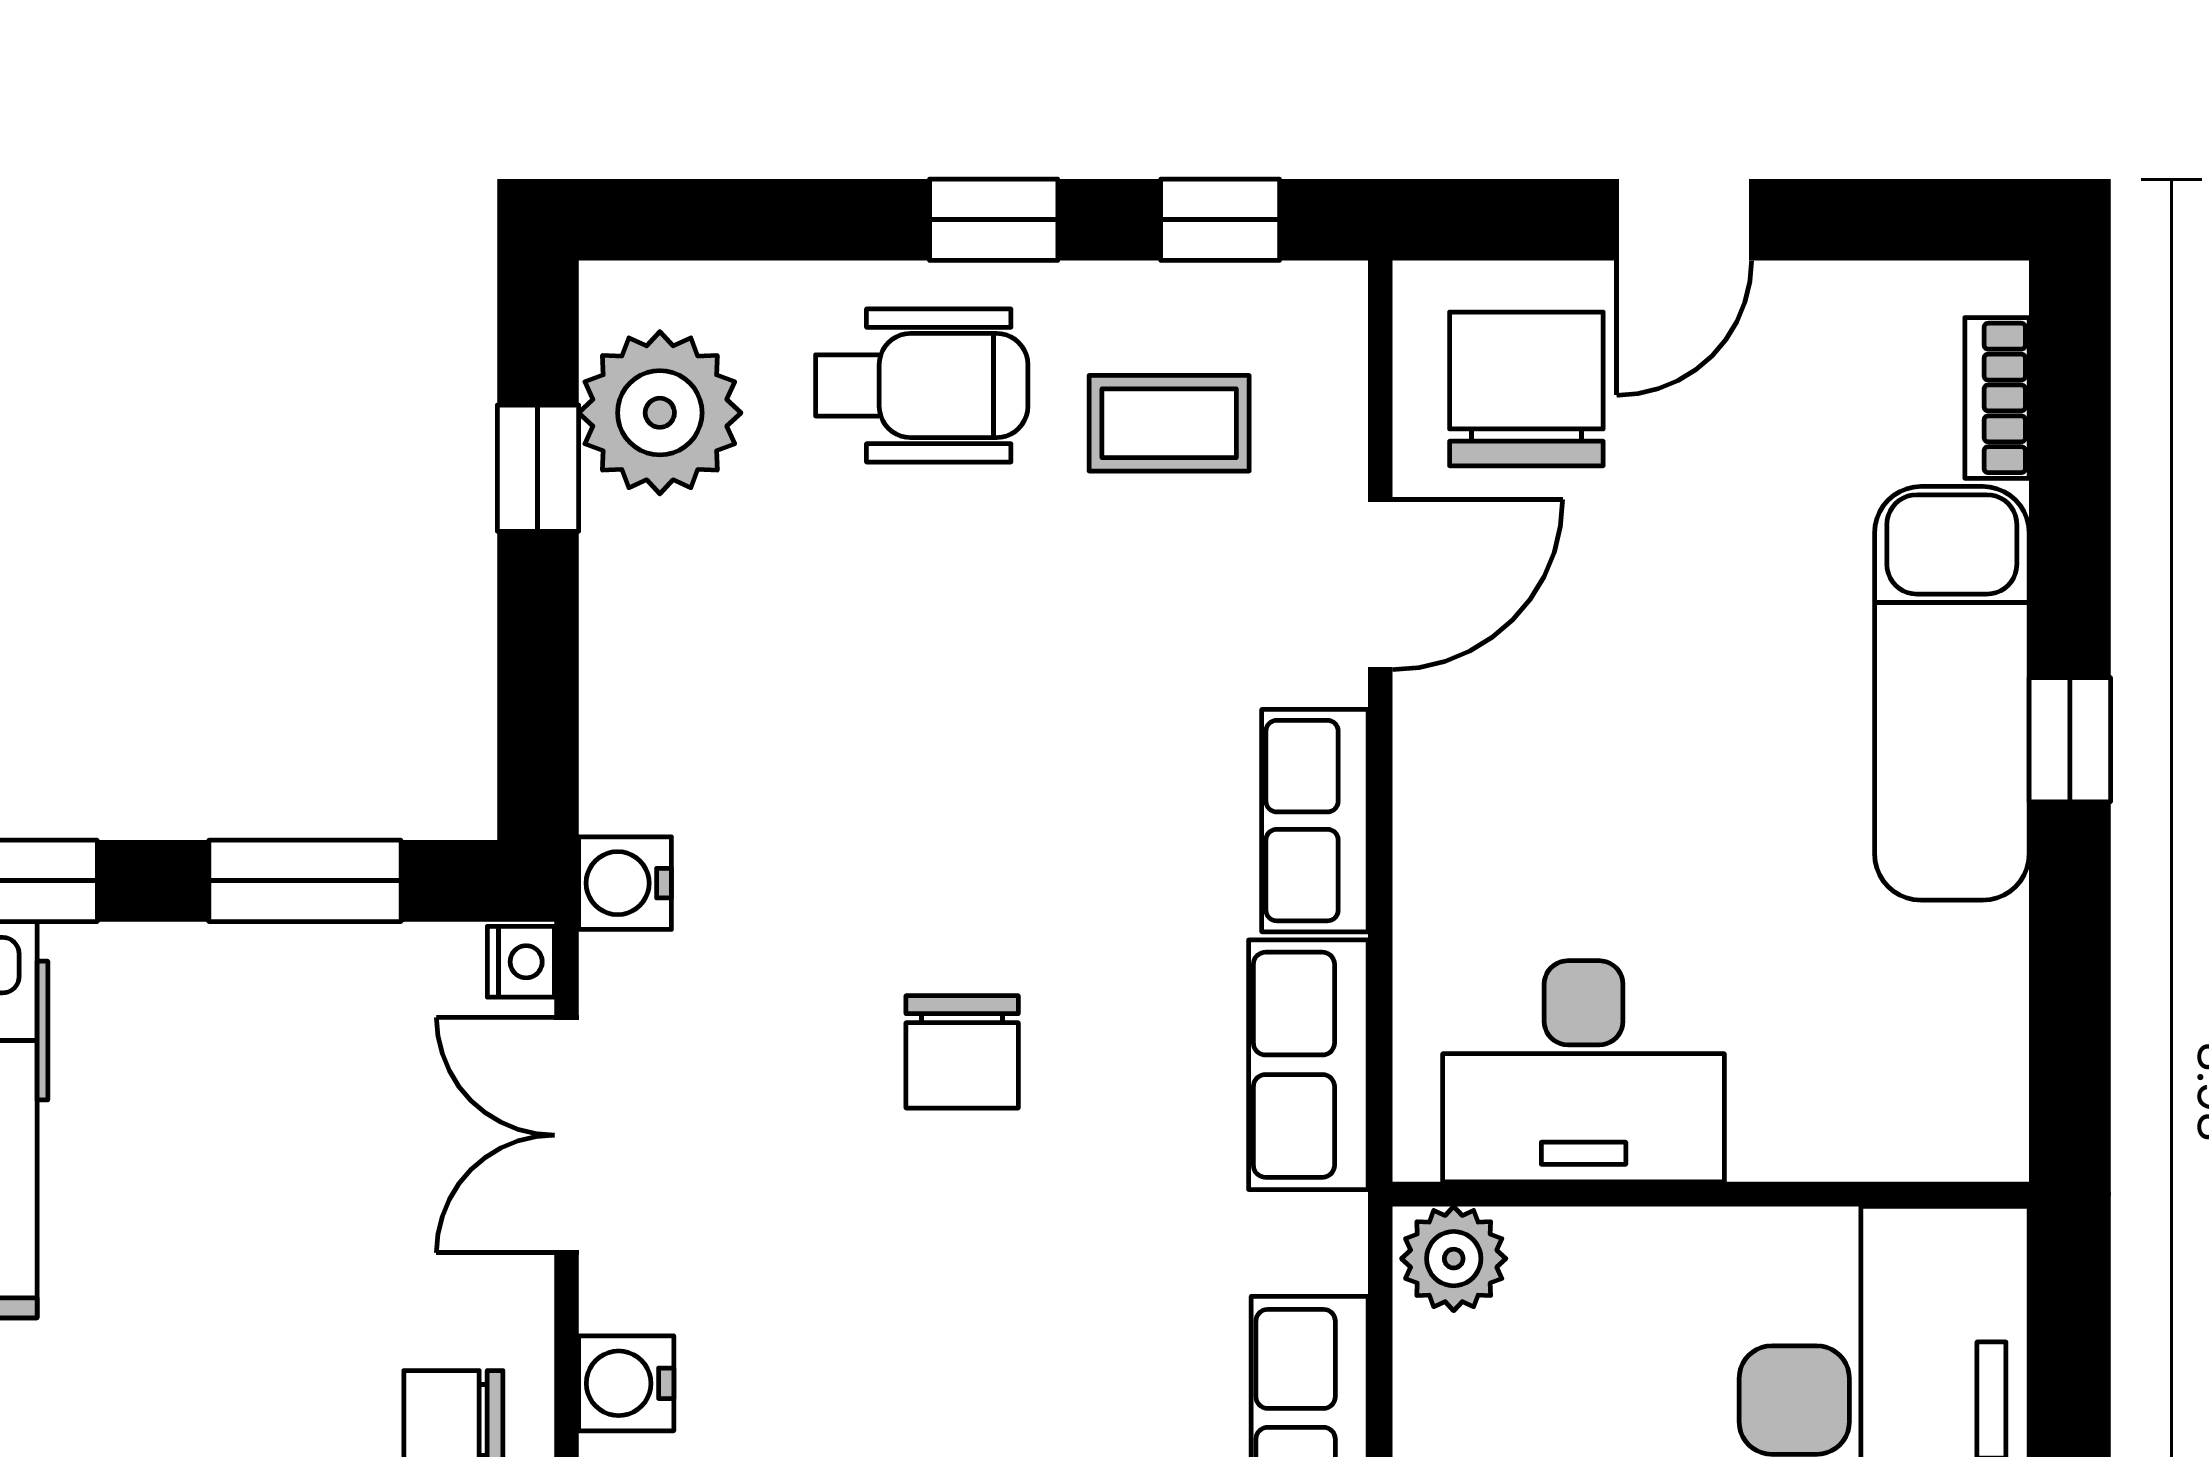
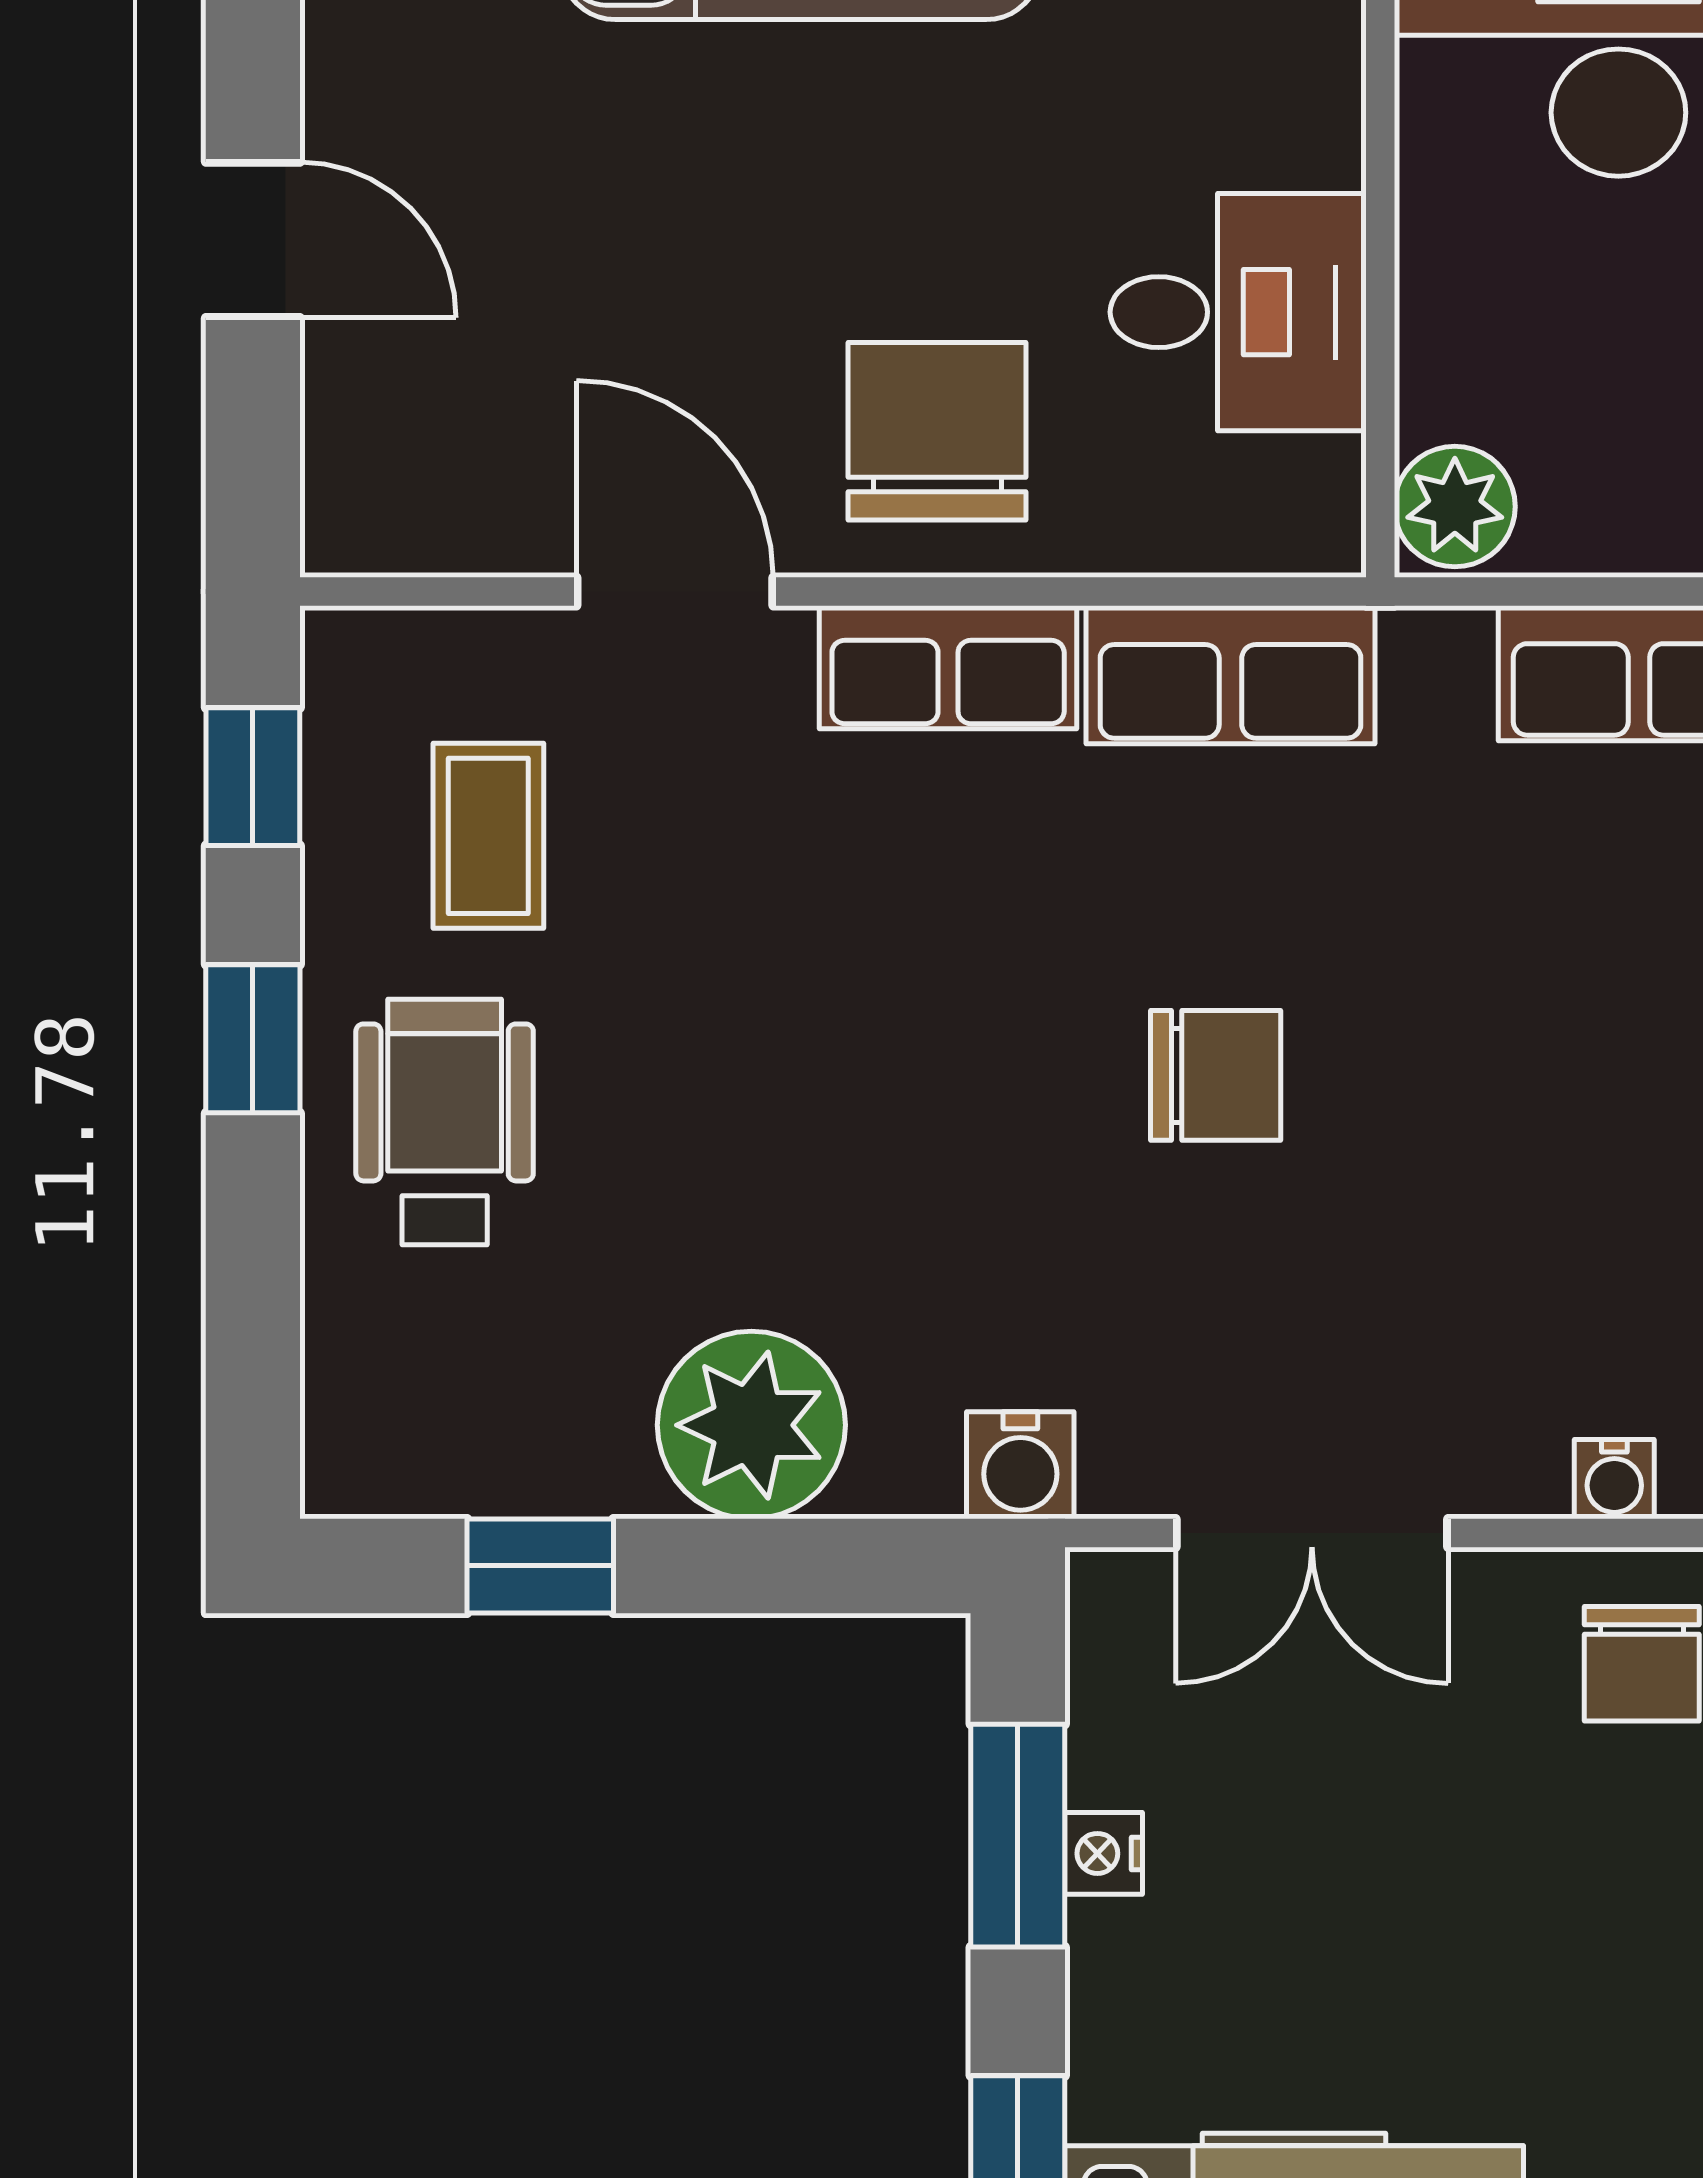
chair: (1526, 389) -> (937, 431), moved, turned 90
plant: (660, 413) -> (751, 1425), moved
nightstand: (521, 962) -> (1104, 1853), moved, turned -90
desk: (1584, 1071) -> (1238, 312), width x0.73
water cooler: (626, 1383) -> (1614, 1479), width x0.72, depth x0.72

